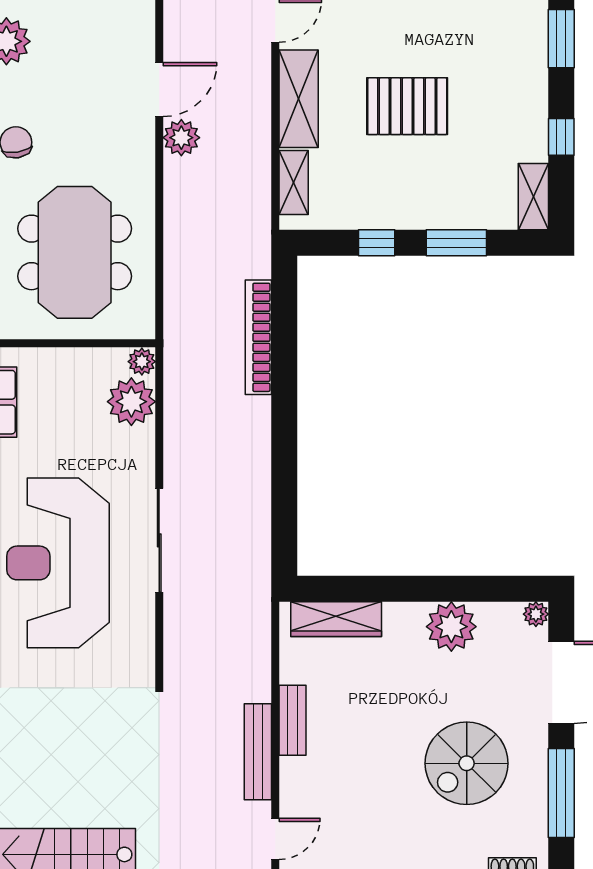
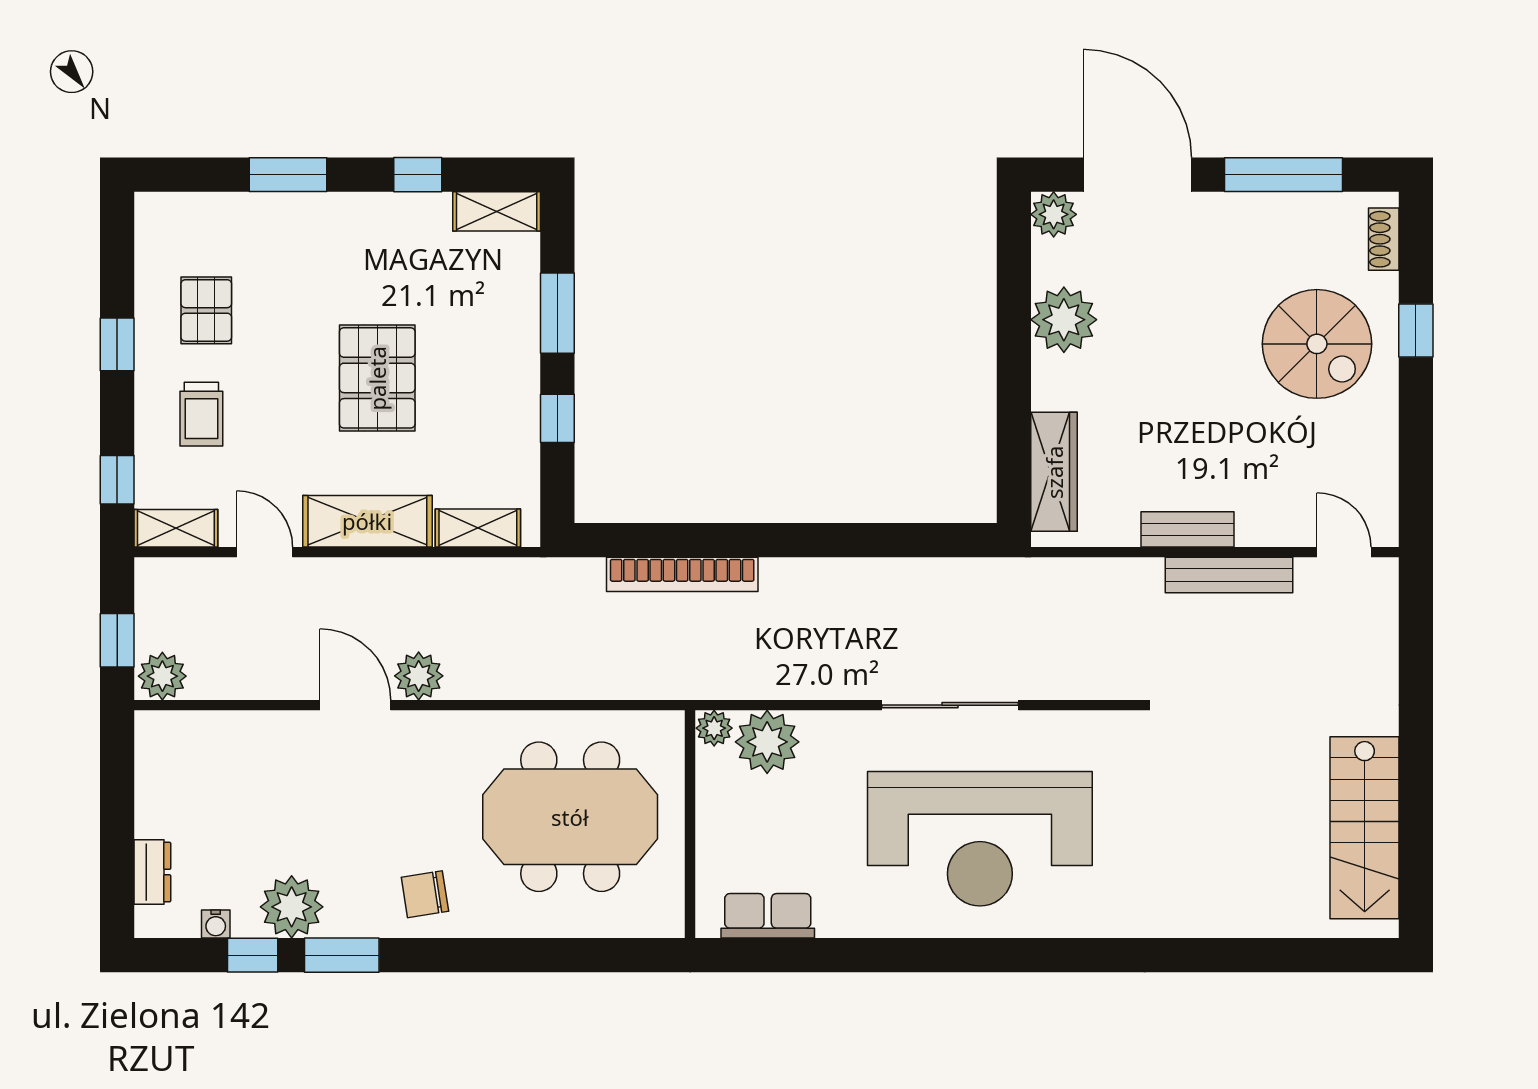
plant: (536, 614) -> (1054, 214), width x1.38, depth x1.38
spiral stairs: (467, 763) -> (1317, 344), moved

